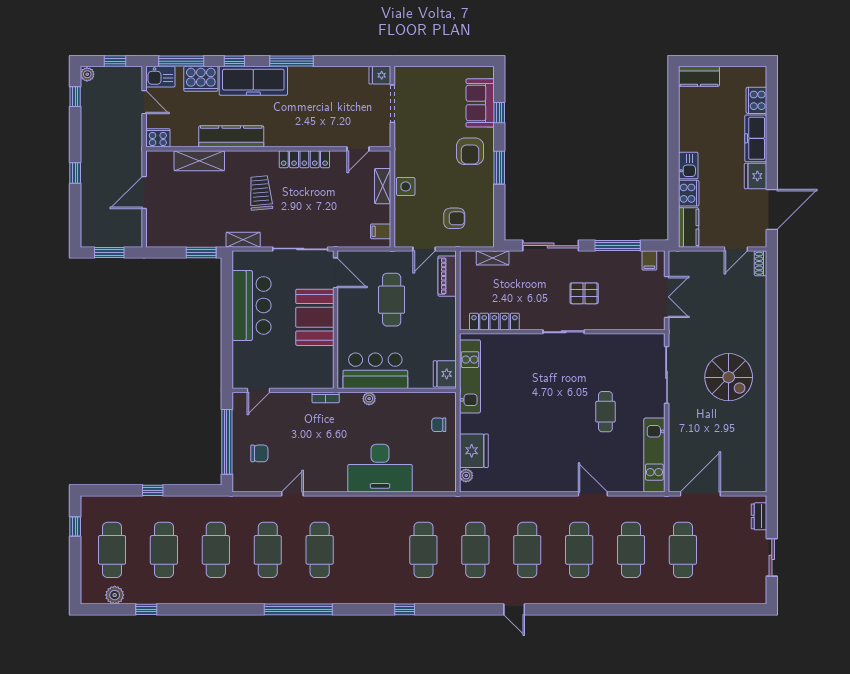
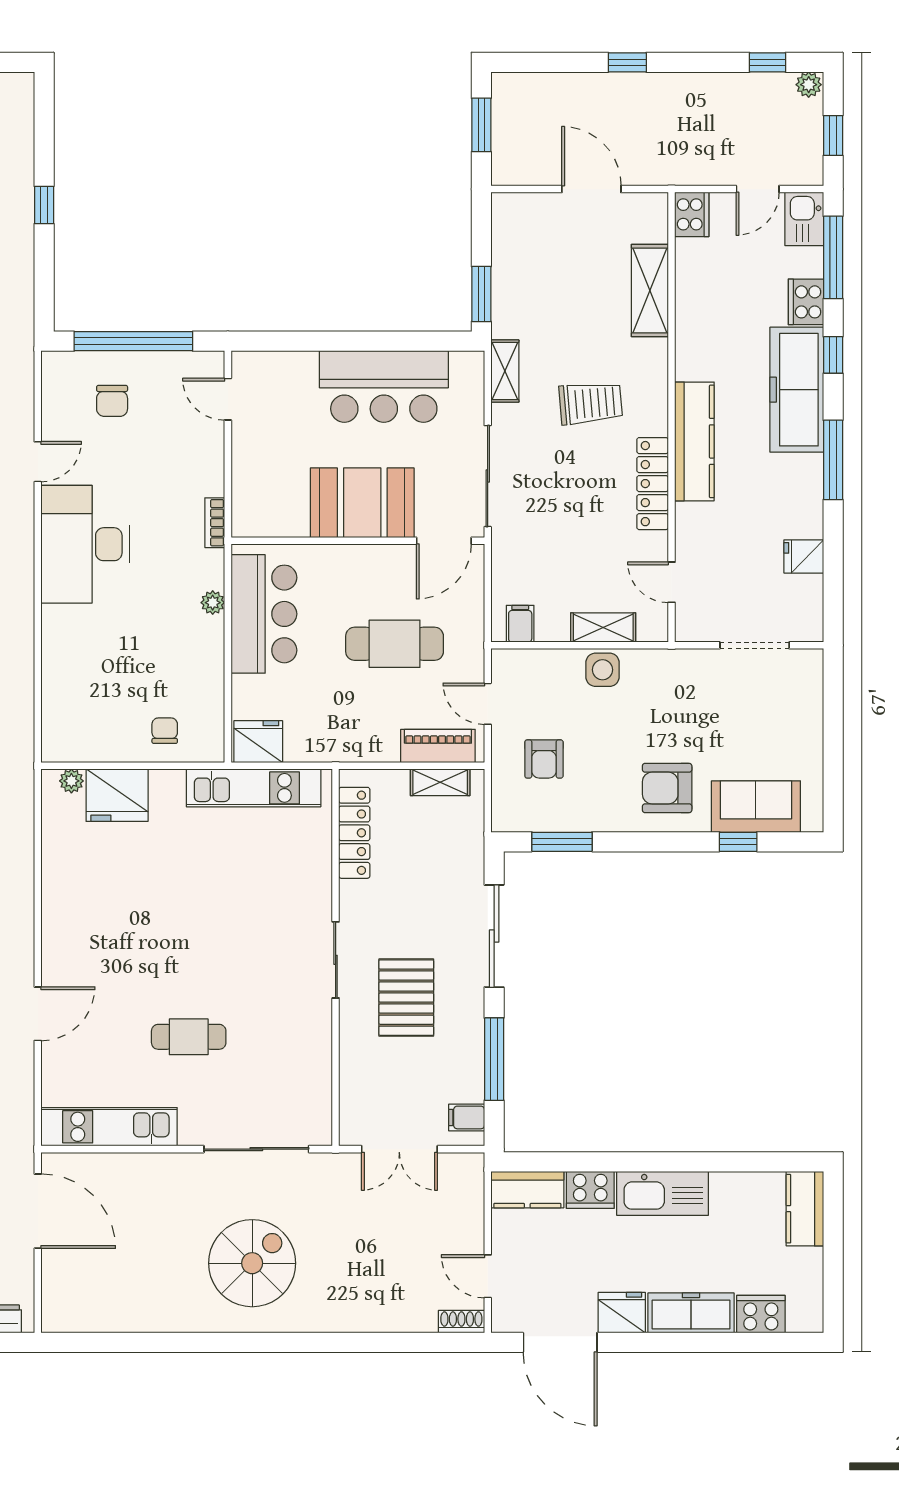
fridge: (380, 75) -> (804, 556), moved, turned -90
cooker: (201, 79) -> (806, 302), width x0.73, depth x0.76
kitchen counter: (231, 136) -> (694, 441), moved
kitchen sink: (688, 165) -> (663, 1193), width x1.88, depth x1.24
window: (499, 168) -> (562, 842), moved
shelving: (493, 258) -> (440, 782), moved, turned 90
pallet: (584, 293) -> (406, 998), width x1.50, depth x1.42
spiral stairs: (729, 377) -> (252, 1263), turned 180
desk: (380, 468) -> (85, 544), moved
door: (292, 494) -> (38, 462), hinge flipped

